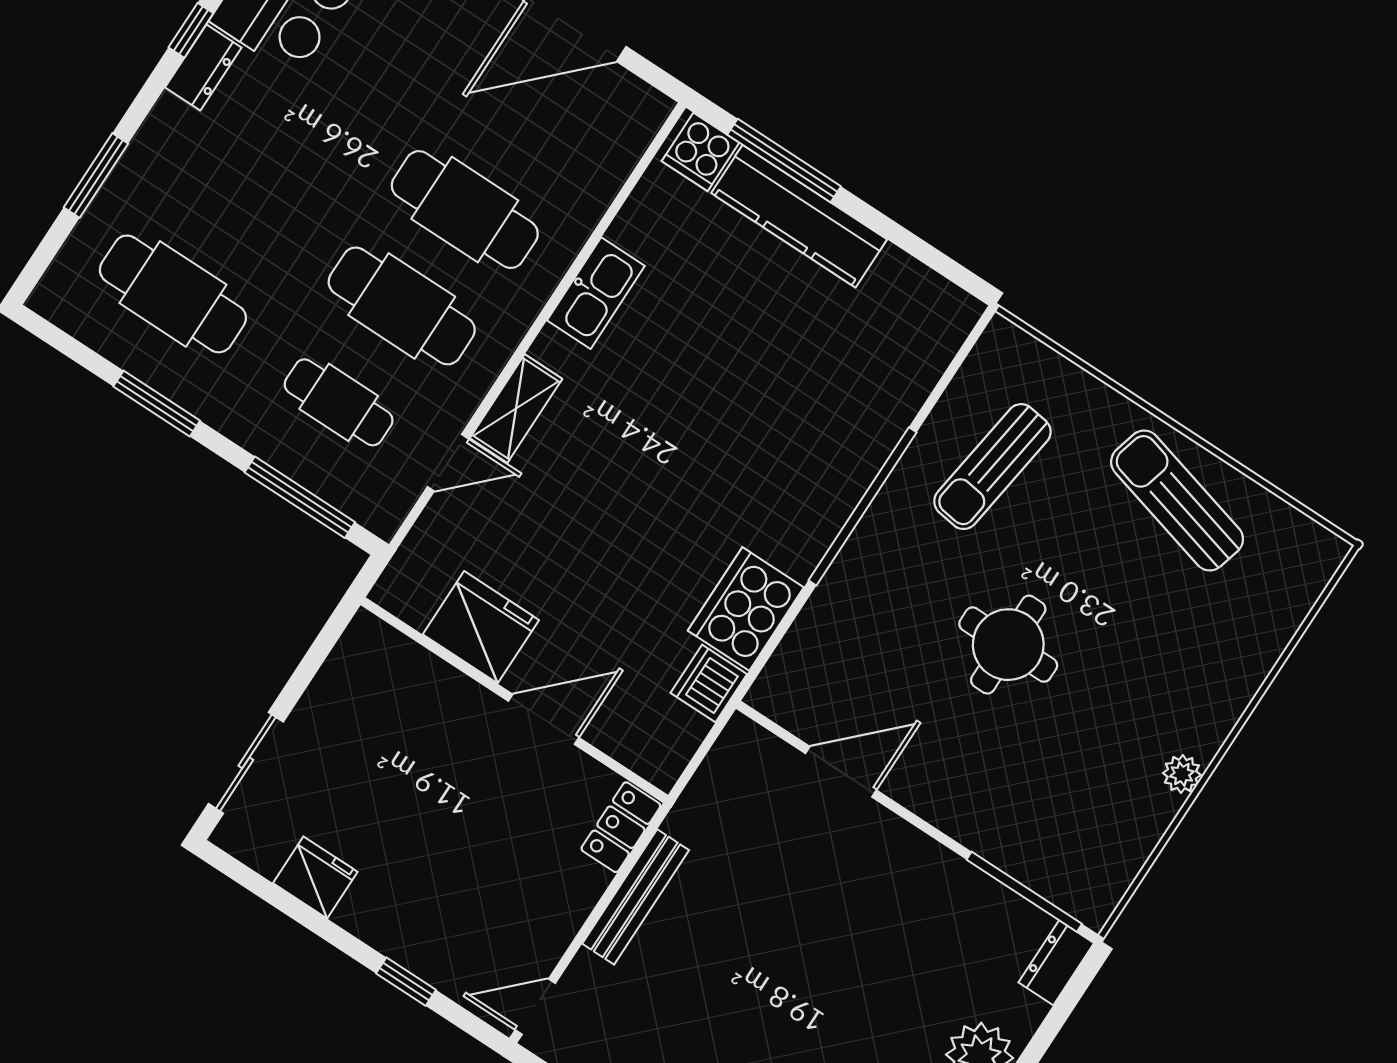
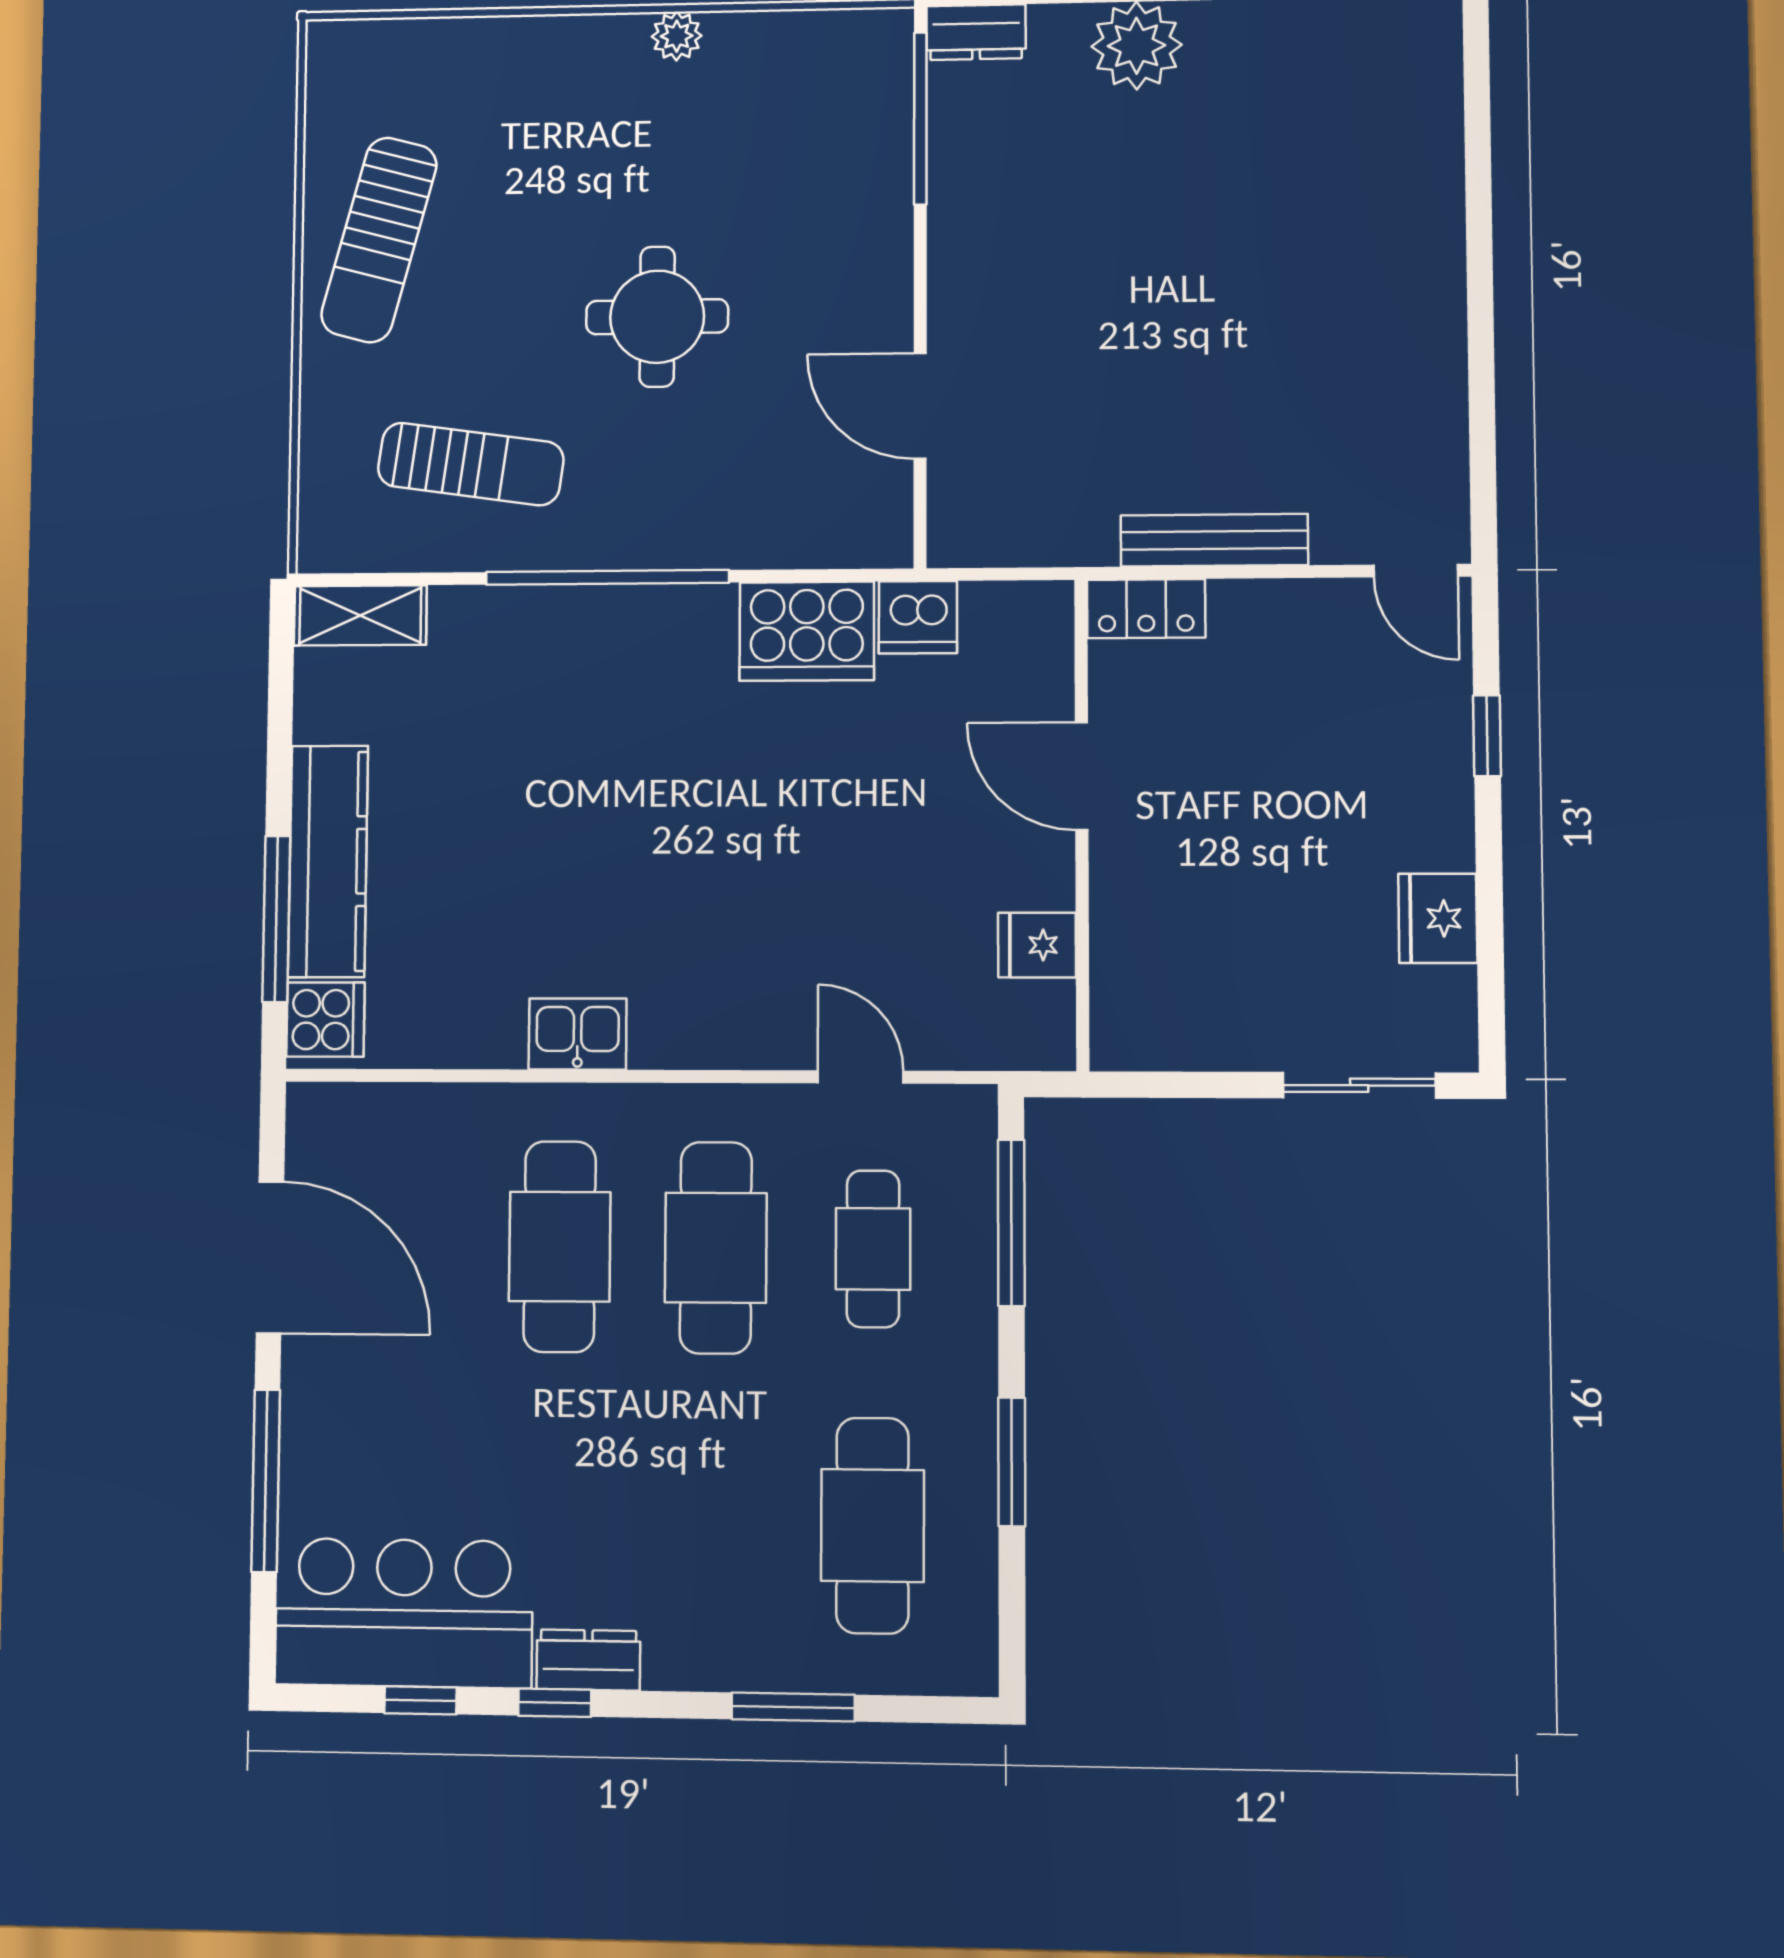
kitchen sink: (596, 293) -> (578, 1034), width x0.73
shelving: (516, 409) -> (360, 615), moved
fridge: (481, 627) -> (1037, 945), width x0.53, depth x0.75

